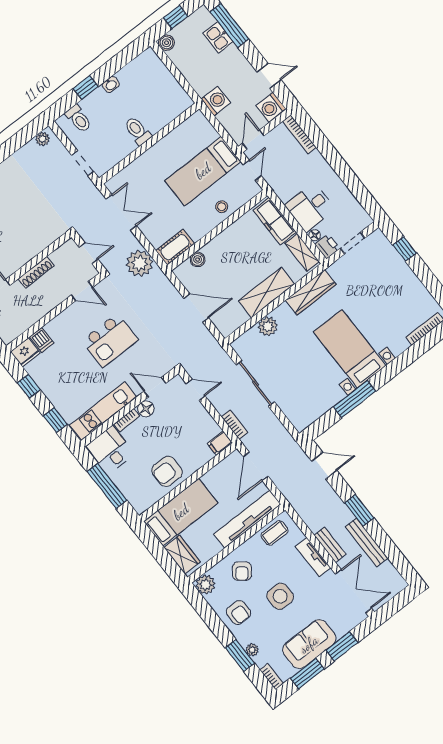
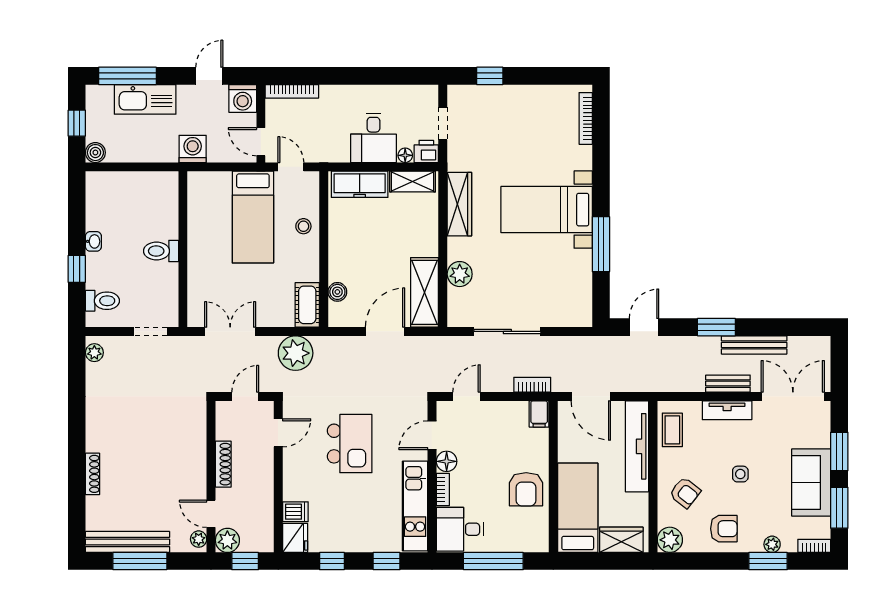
kitchen sink: (218, 37) -> (145, 99), width x1.88, depth x1.24
shelving: (266, 292) -> (425, 292), moved
side table: (280, 596) -> (740, 474), width x0.54, depth x0.54

